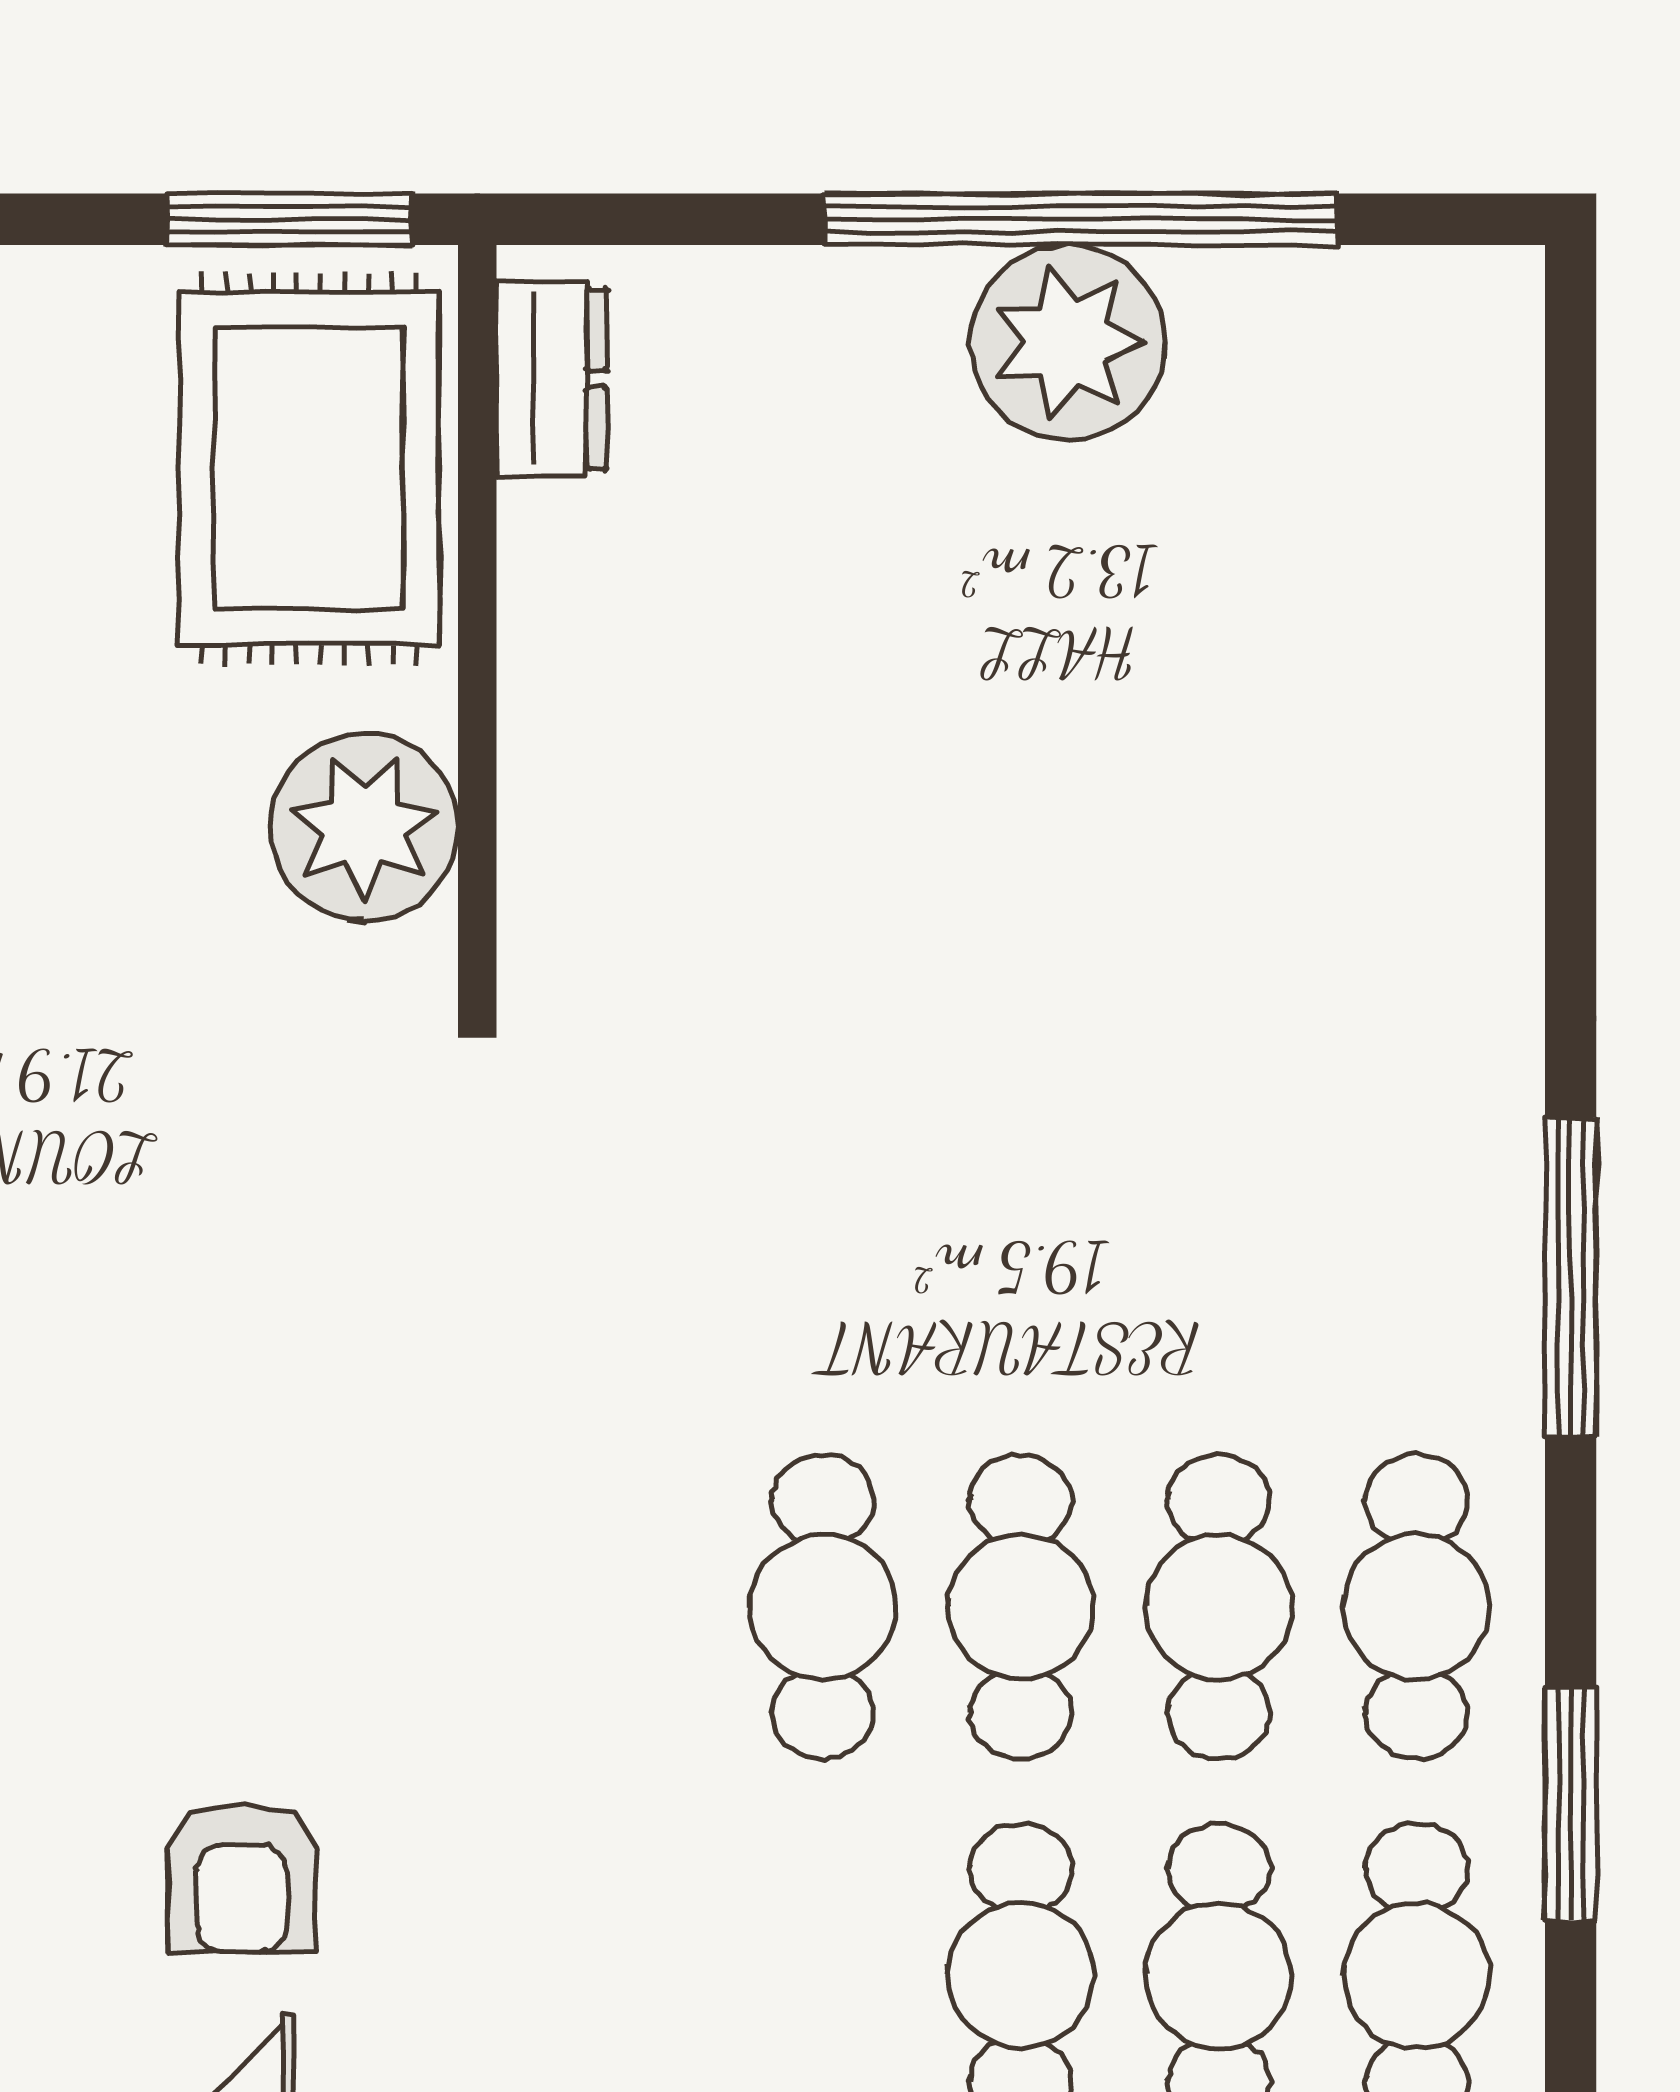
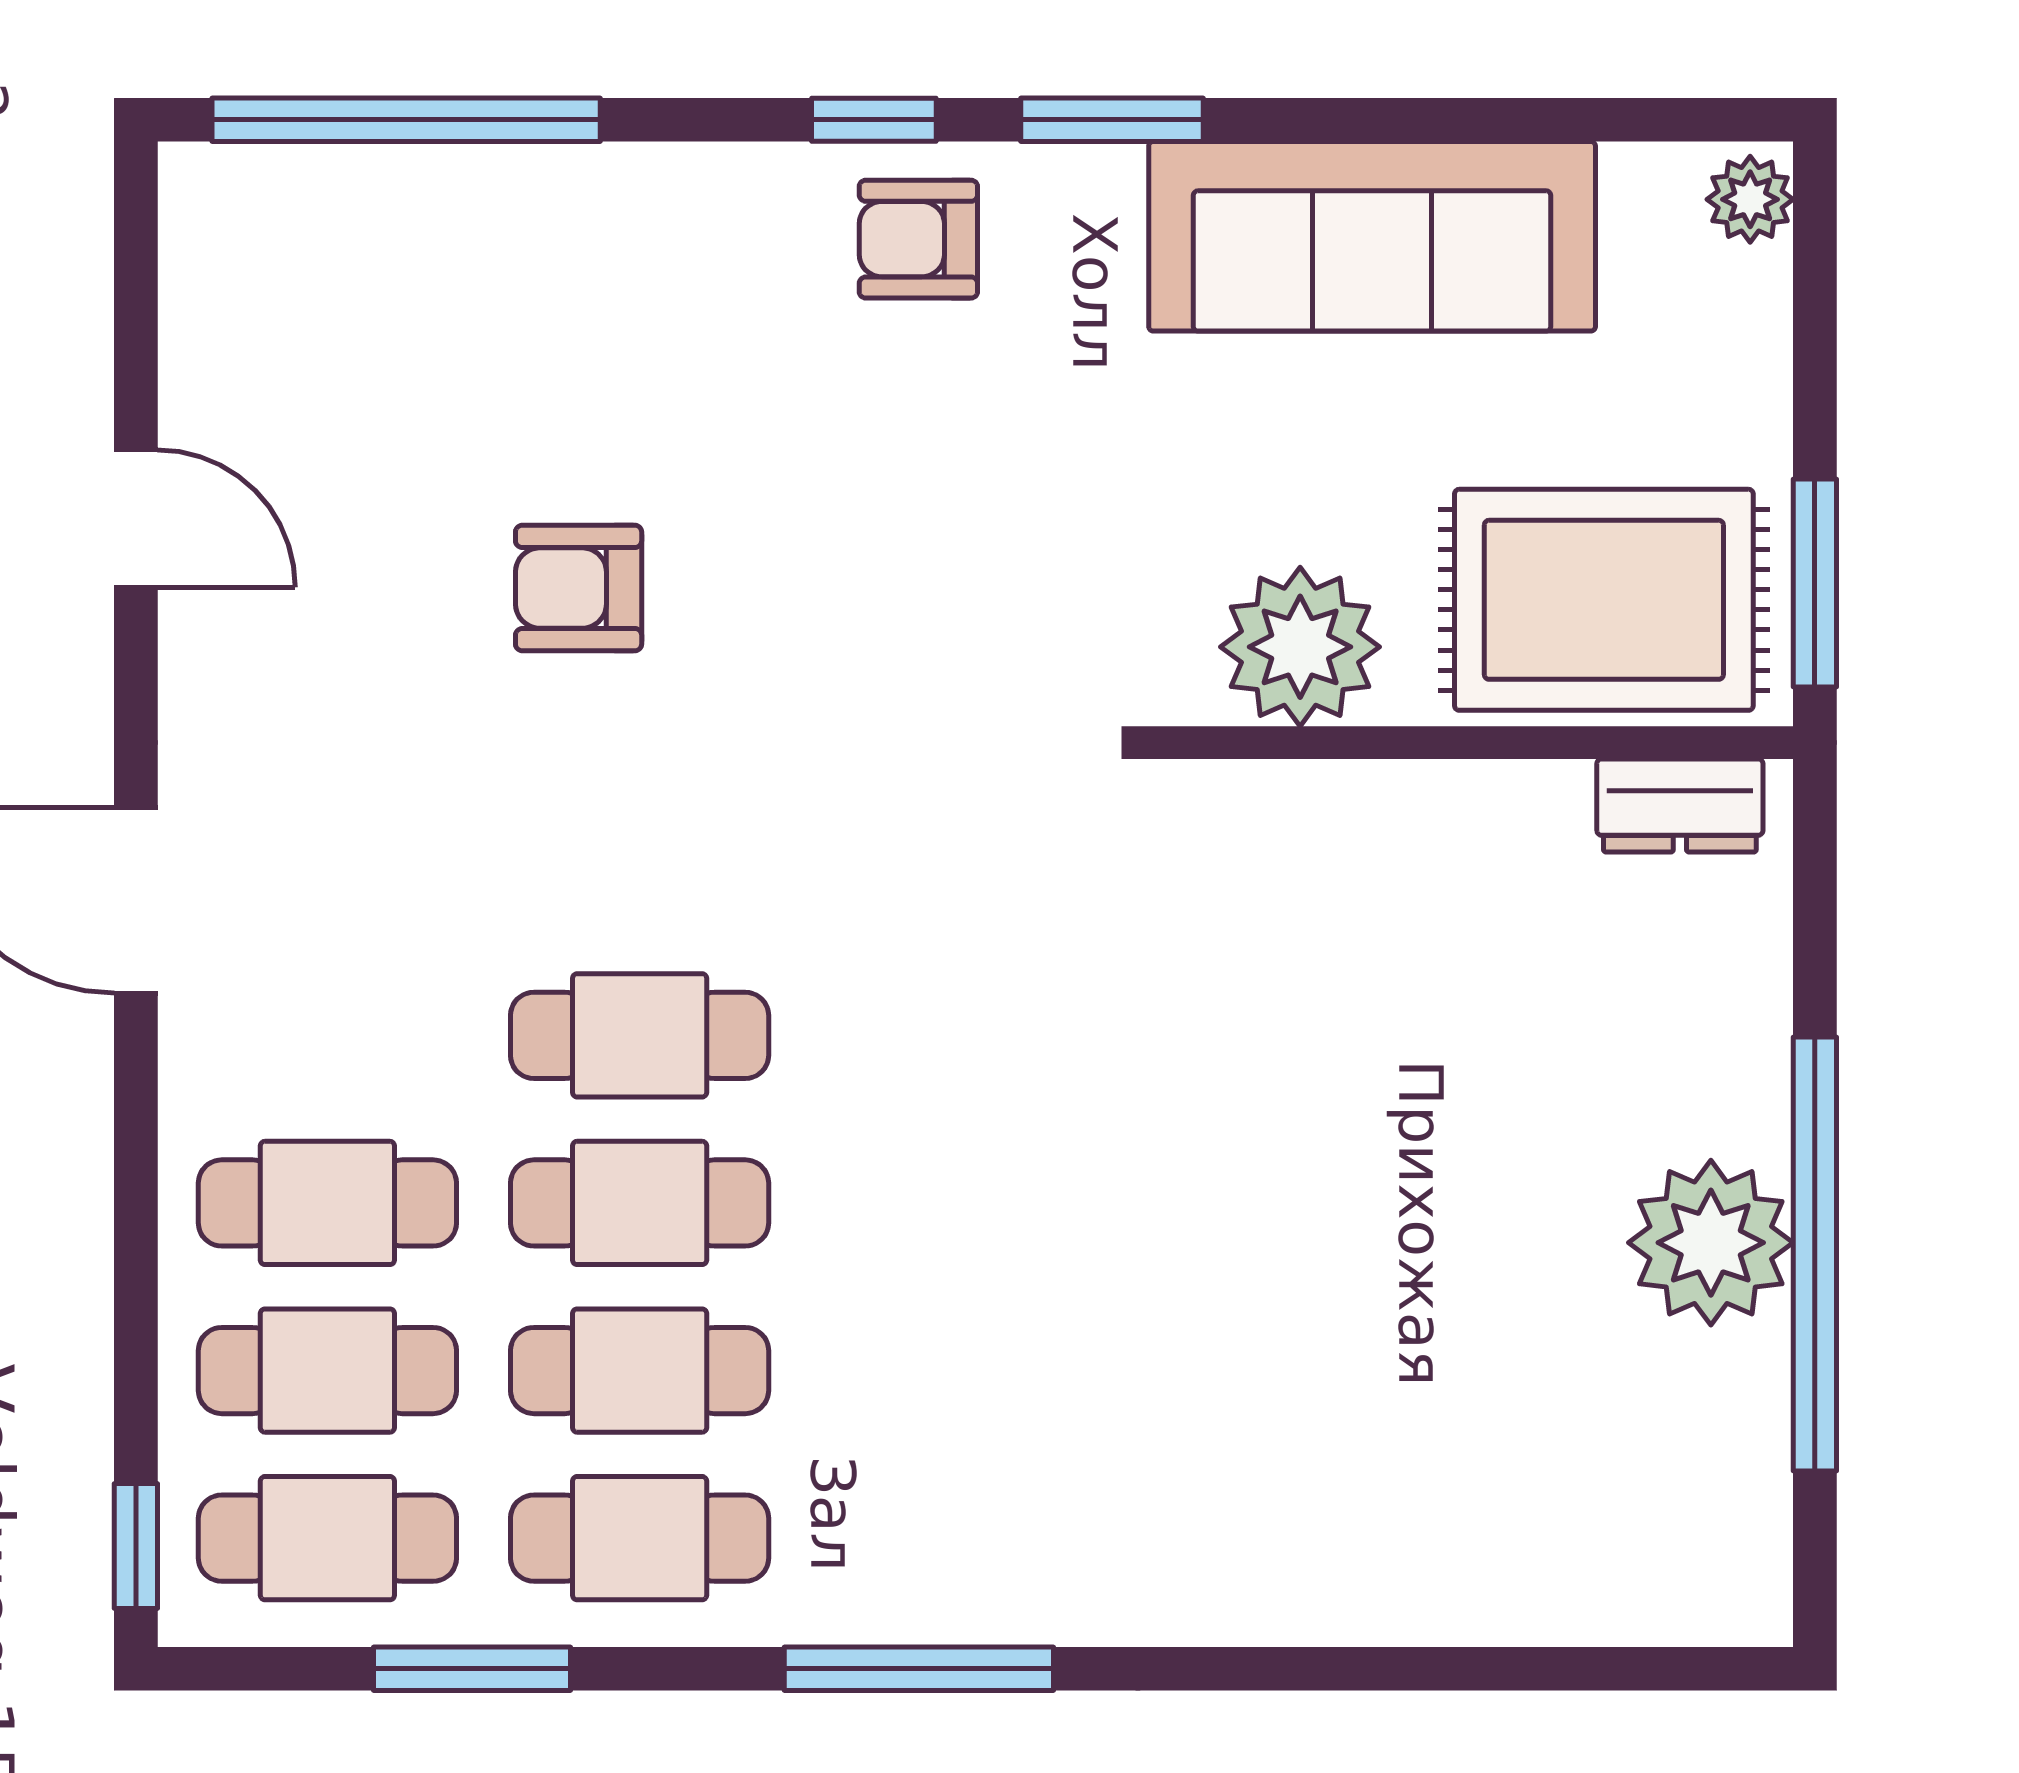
armchair: (242, 1878) -> (579, 588), moved

